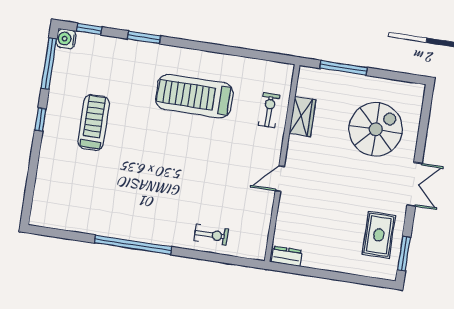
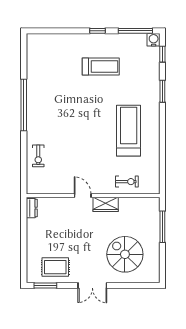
wardrobe: (302, 117) -> (106, 204), moved
spiral stairs: (376, 129) -> (125, 254), turned 180

